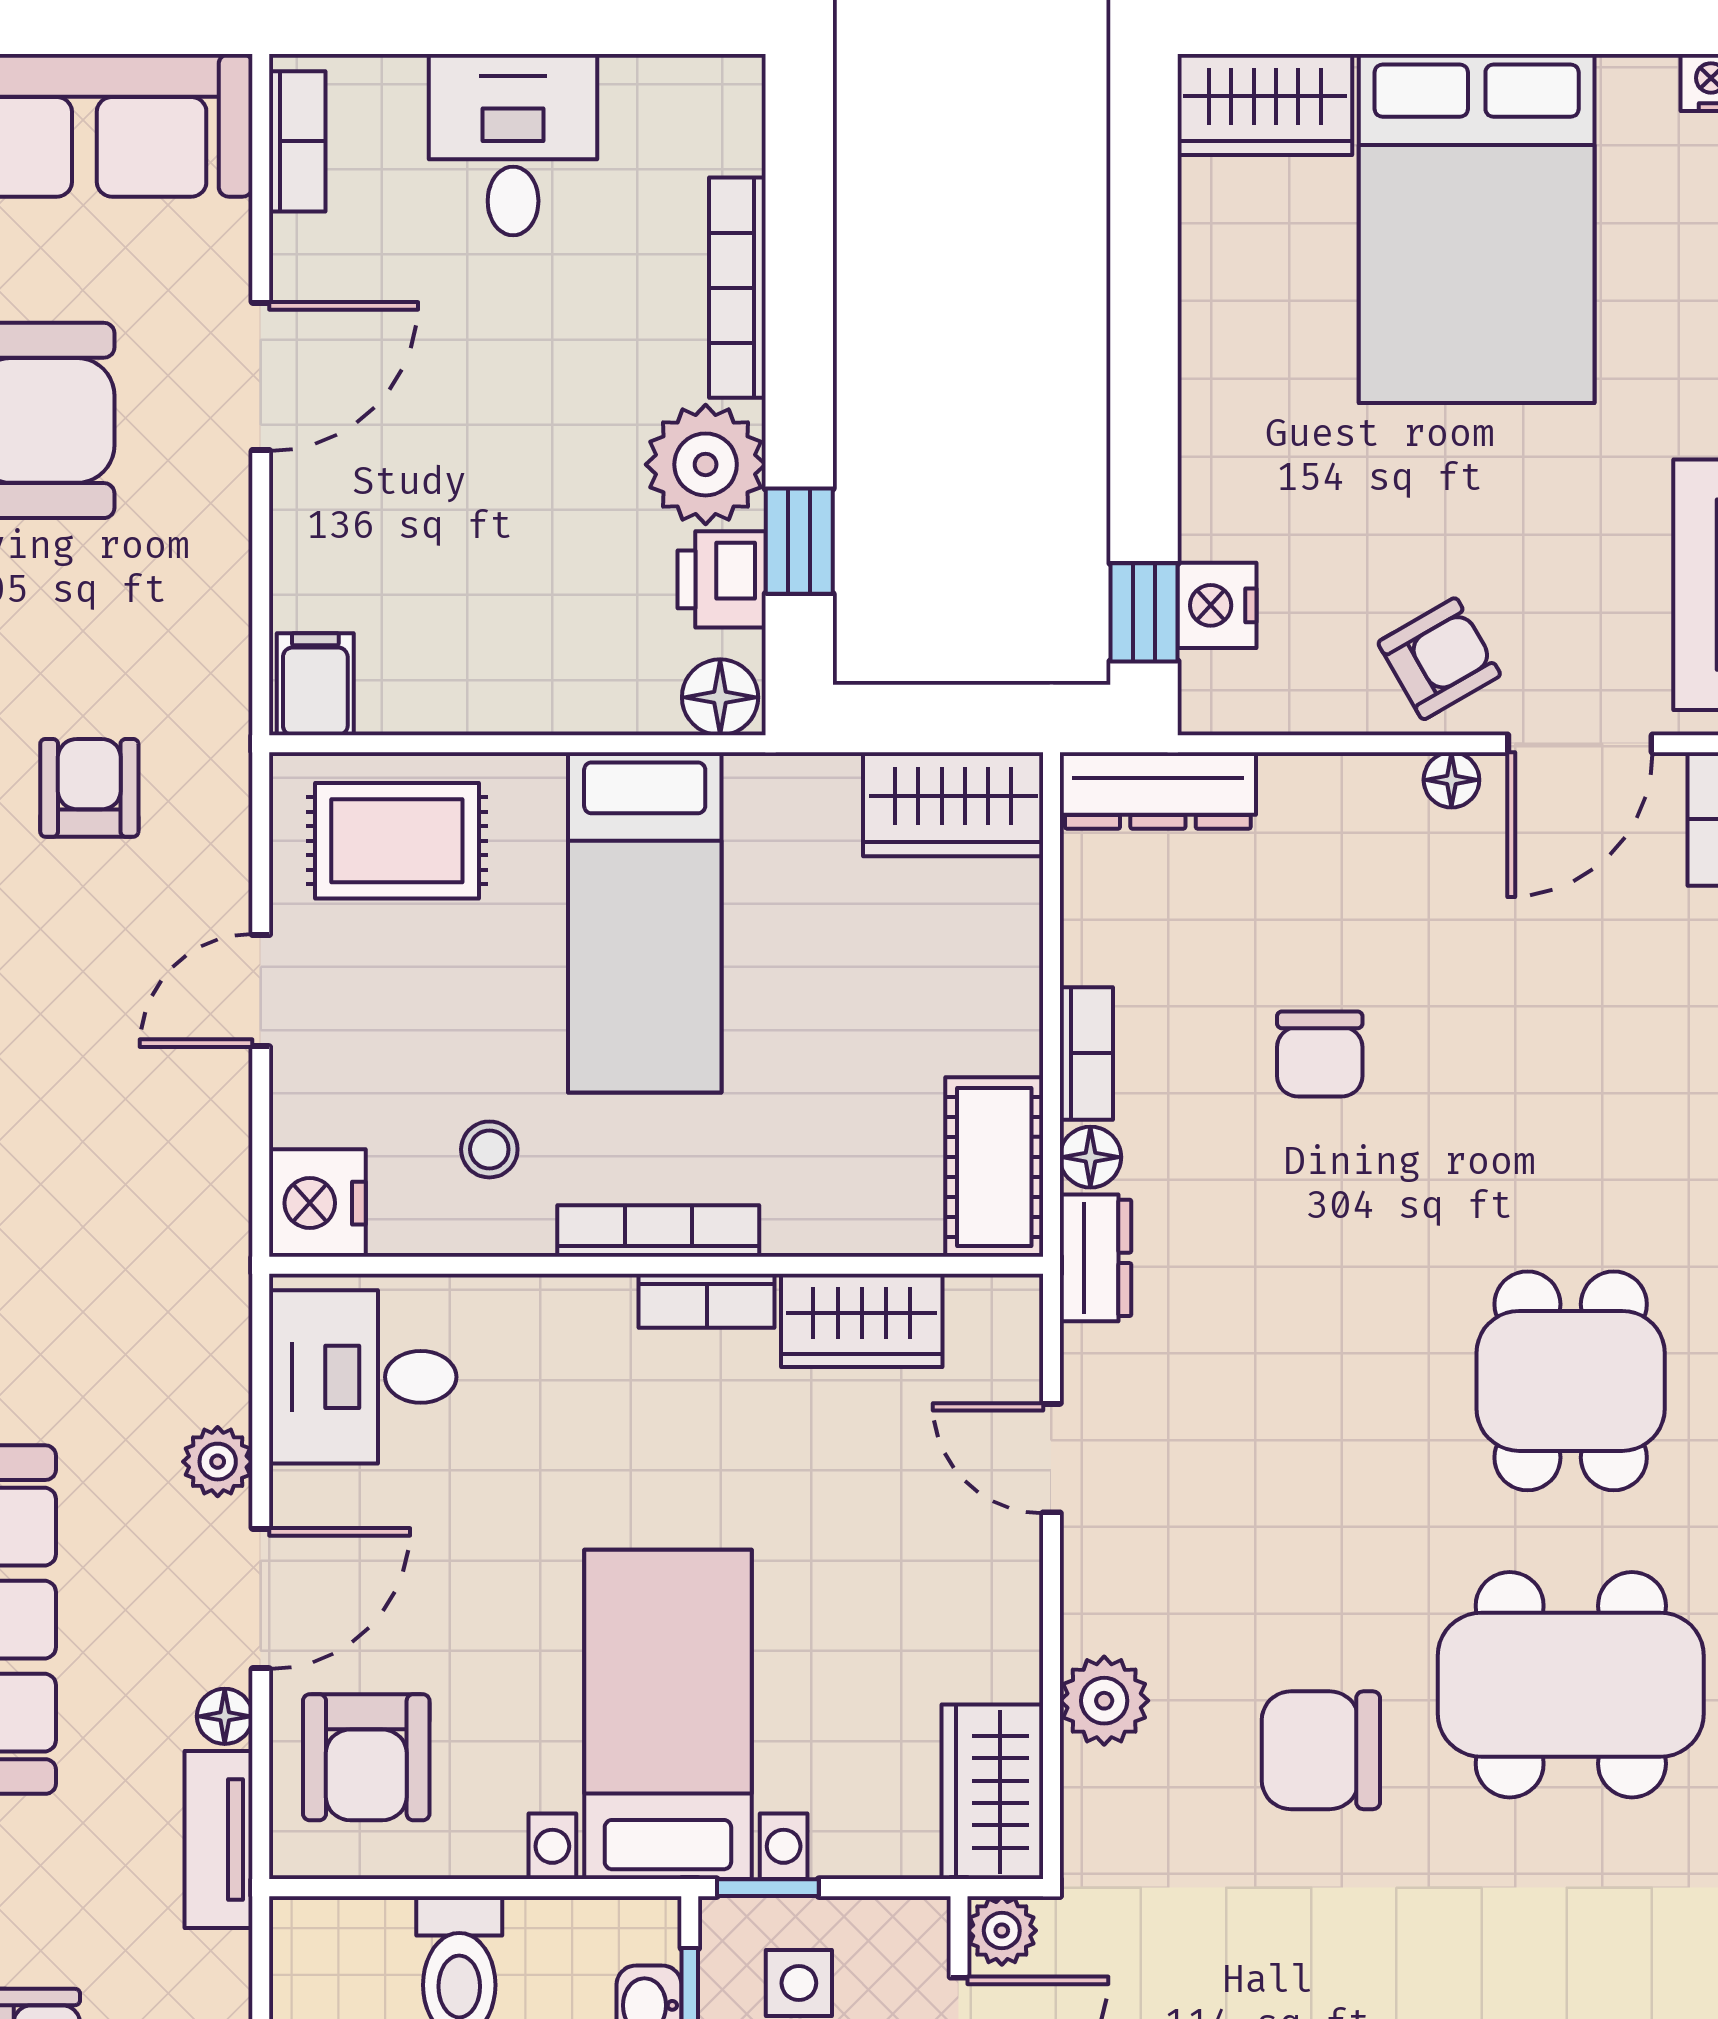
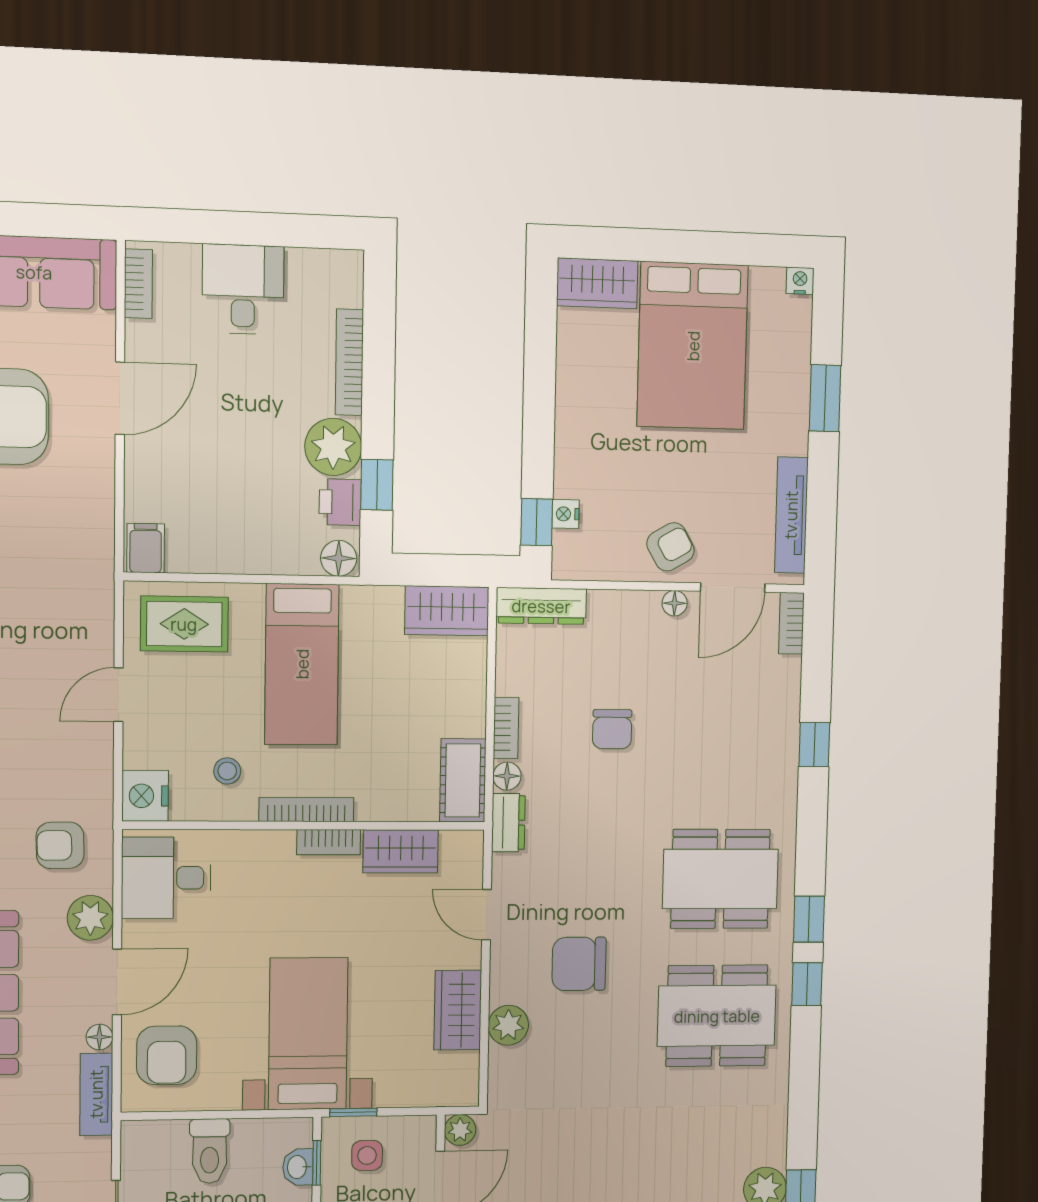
nightstand: (1217, 605) -> (566, 514), width x0.72, depth x0.74
armchair: (89, 788) -> (60, 845), moved, turned -91
dining table: (1571, 1381) -> (720, 879), width x1.38
plant: (218, 1462) -> (90, 918), width x1.38, depth x1.38
chair: (1321, 1750) -> (579, 964), moved
wardrobe: (992, 1792) -> (458, 1010), moved

